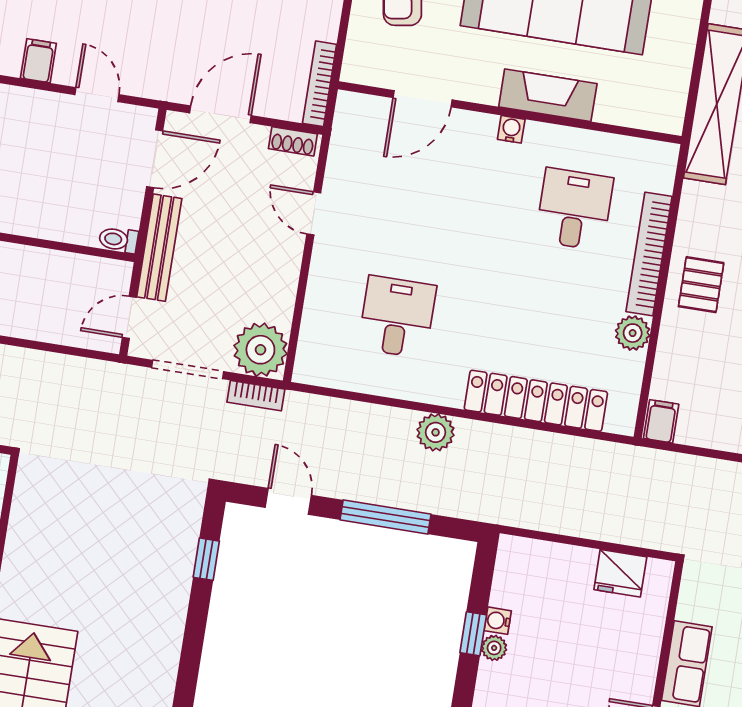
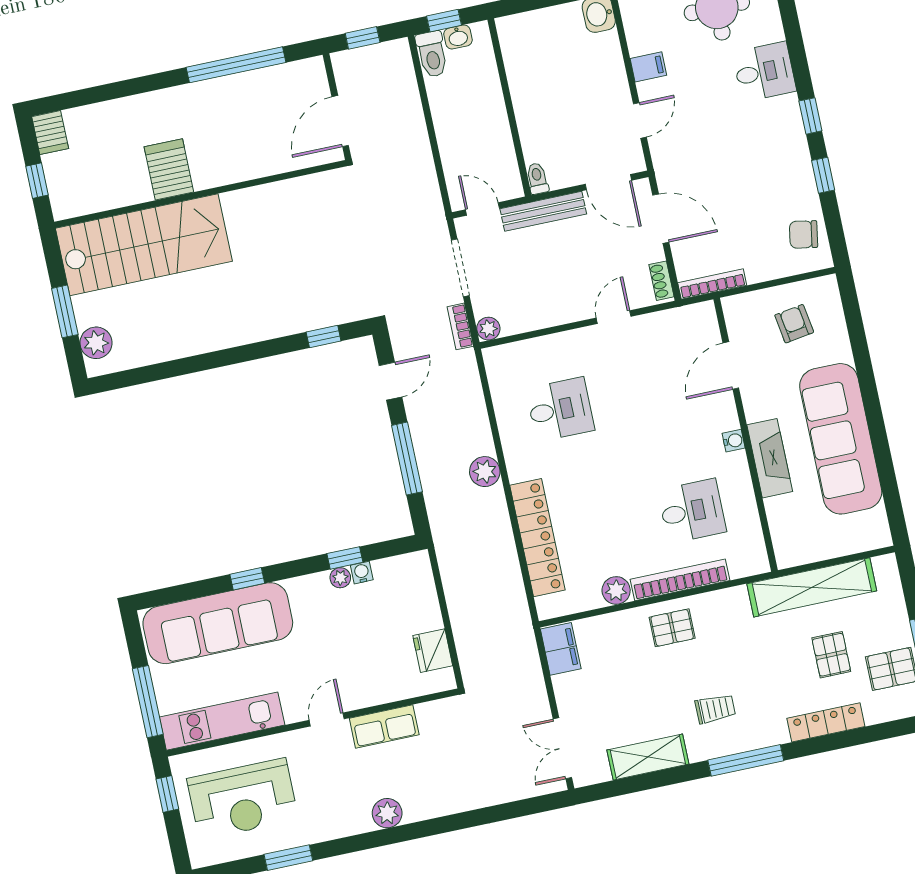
door: (423, 99) -> (731, 366), hinge flipped
plant: (260, 350) -> (488, 329), width x0.53, depth x0.53
filing cabinet: (661, 421) -> (561, 649), width x2.00

